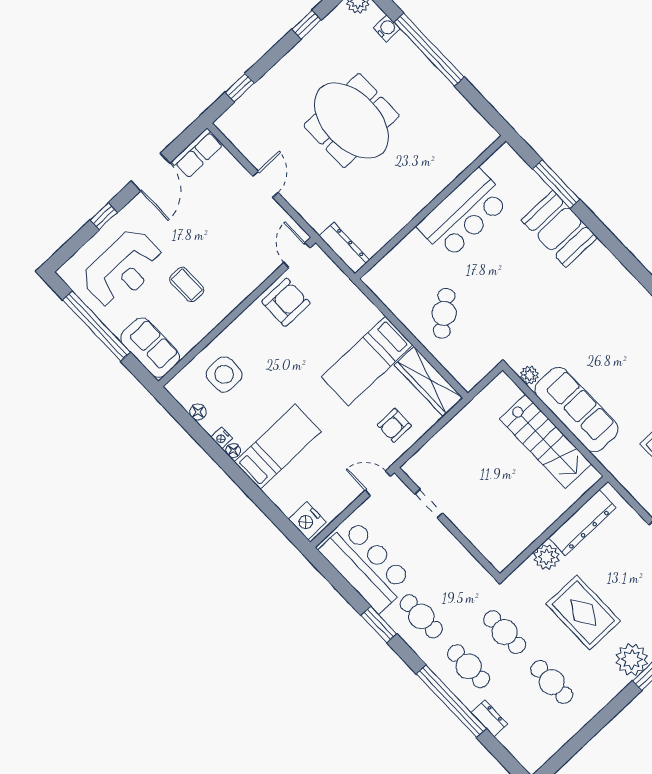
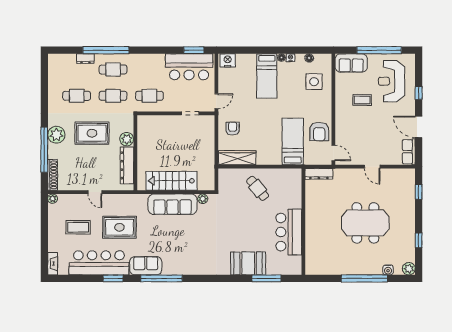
bed: (367, 361) -> (293, 141), moved
cafe table: (421, 616) -> (149, 96), moved
window: (379, 624) -> (194, 50), moved

